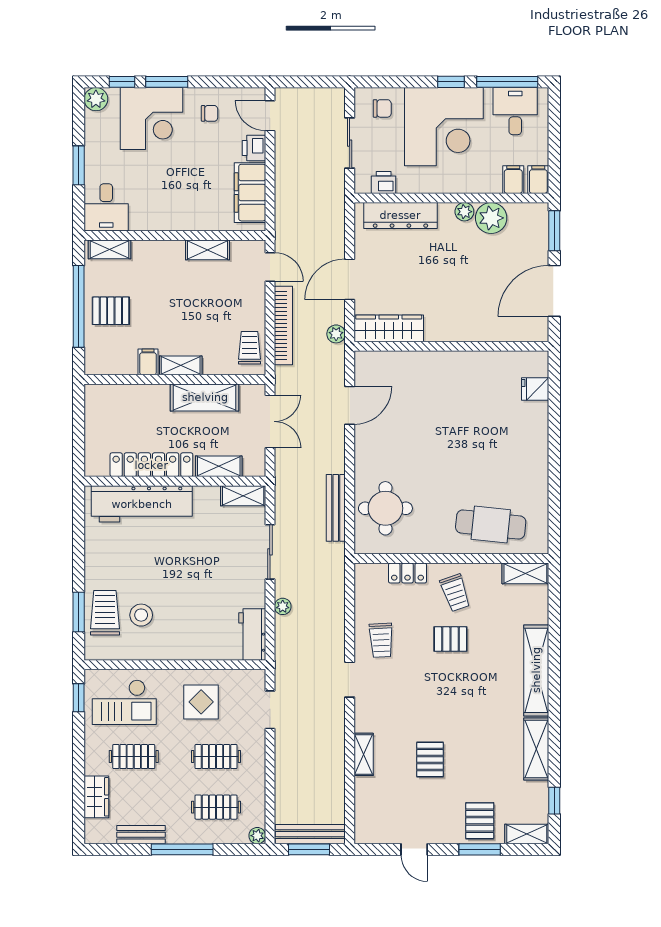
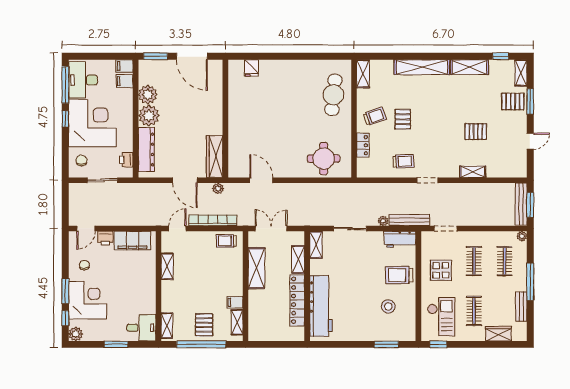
desk: (515, 111) -> (83, 80), width x1.37
plant: (464, 212) -> (149, 116), width x1.87, depth x1.87
shelving: (181, 365) -> (237, 322), moved
bench: (336, 508) -> (409, 220), moved
trolley: (105, 613) -> (399, 275), moved

